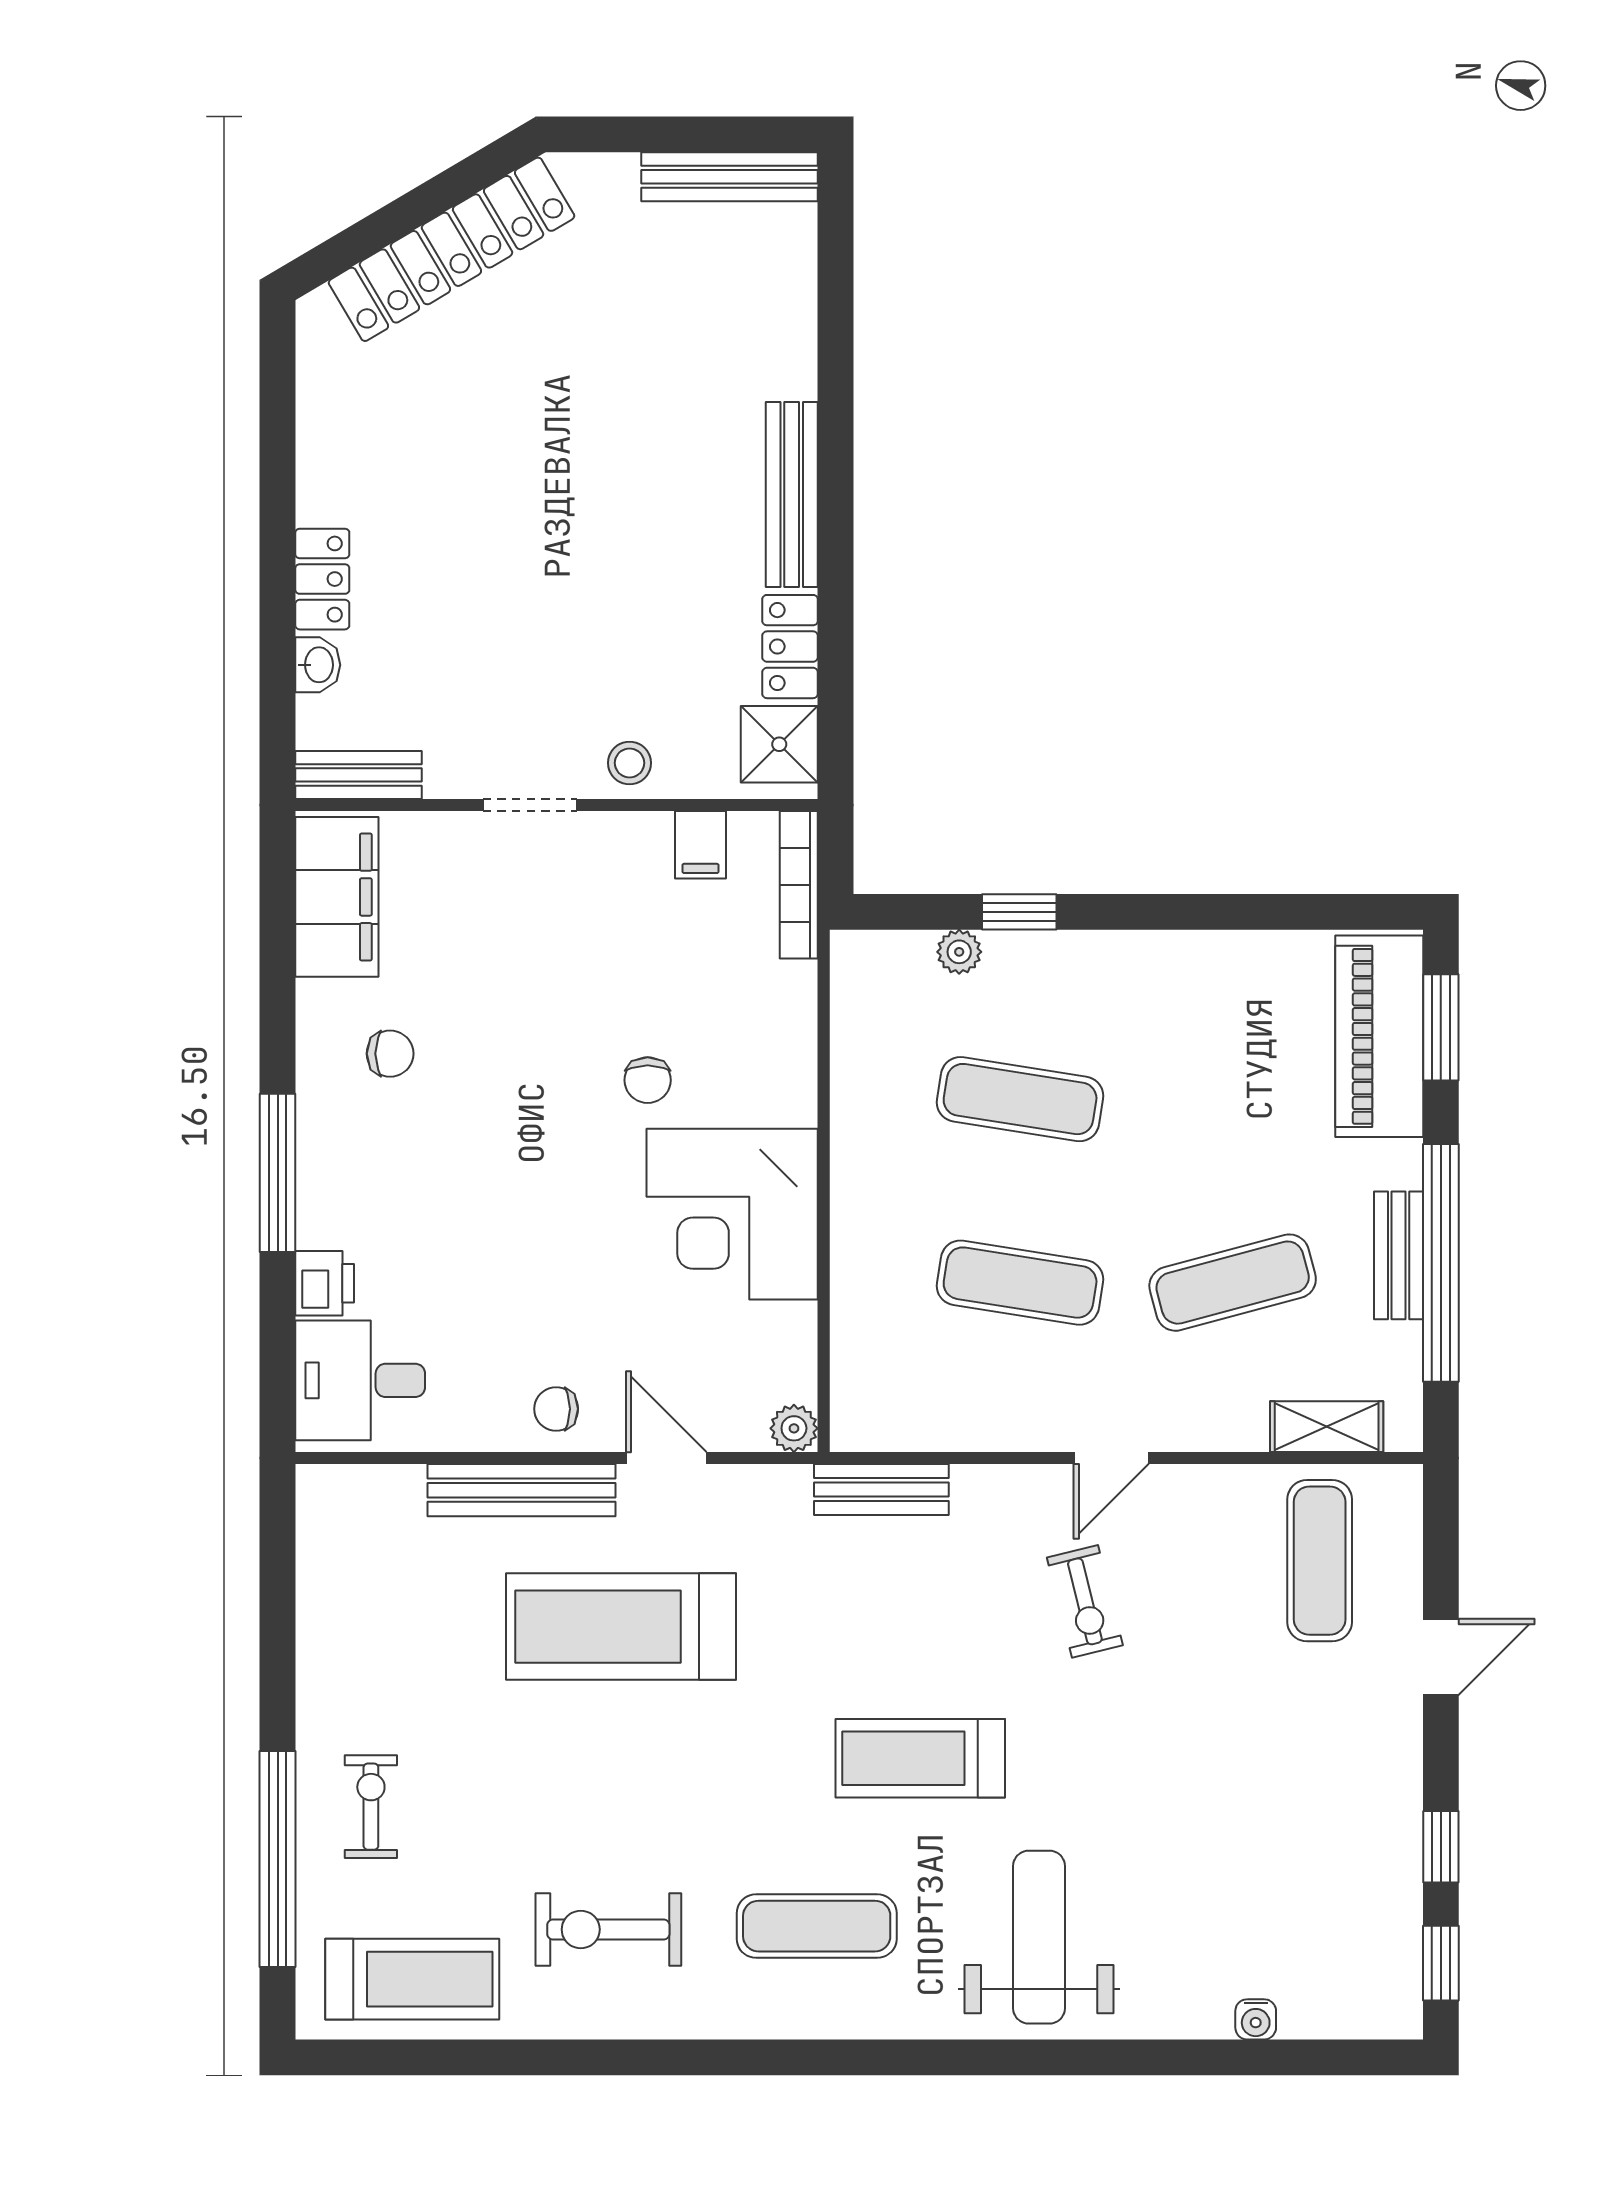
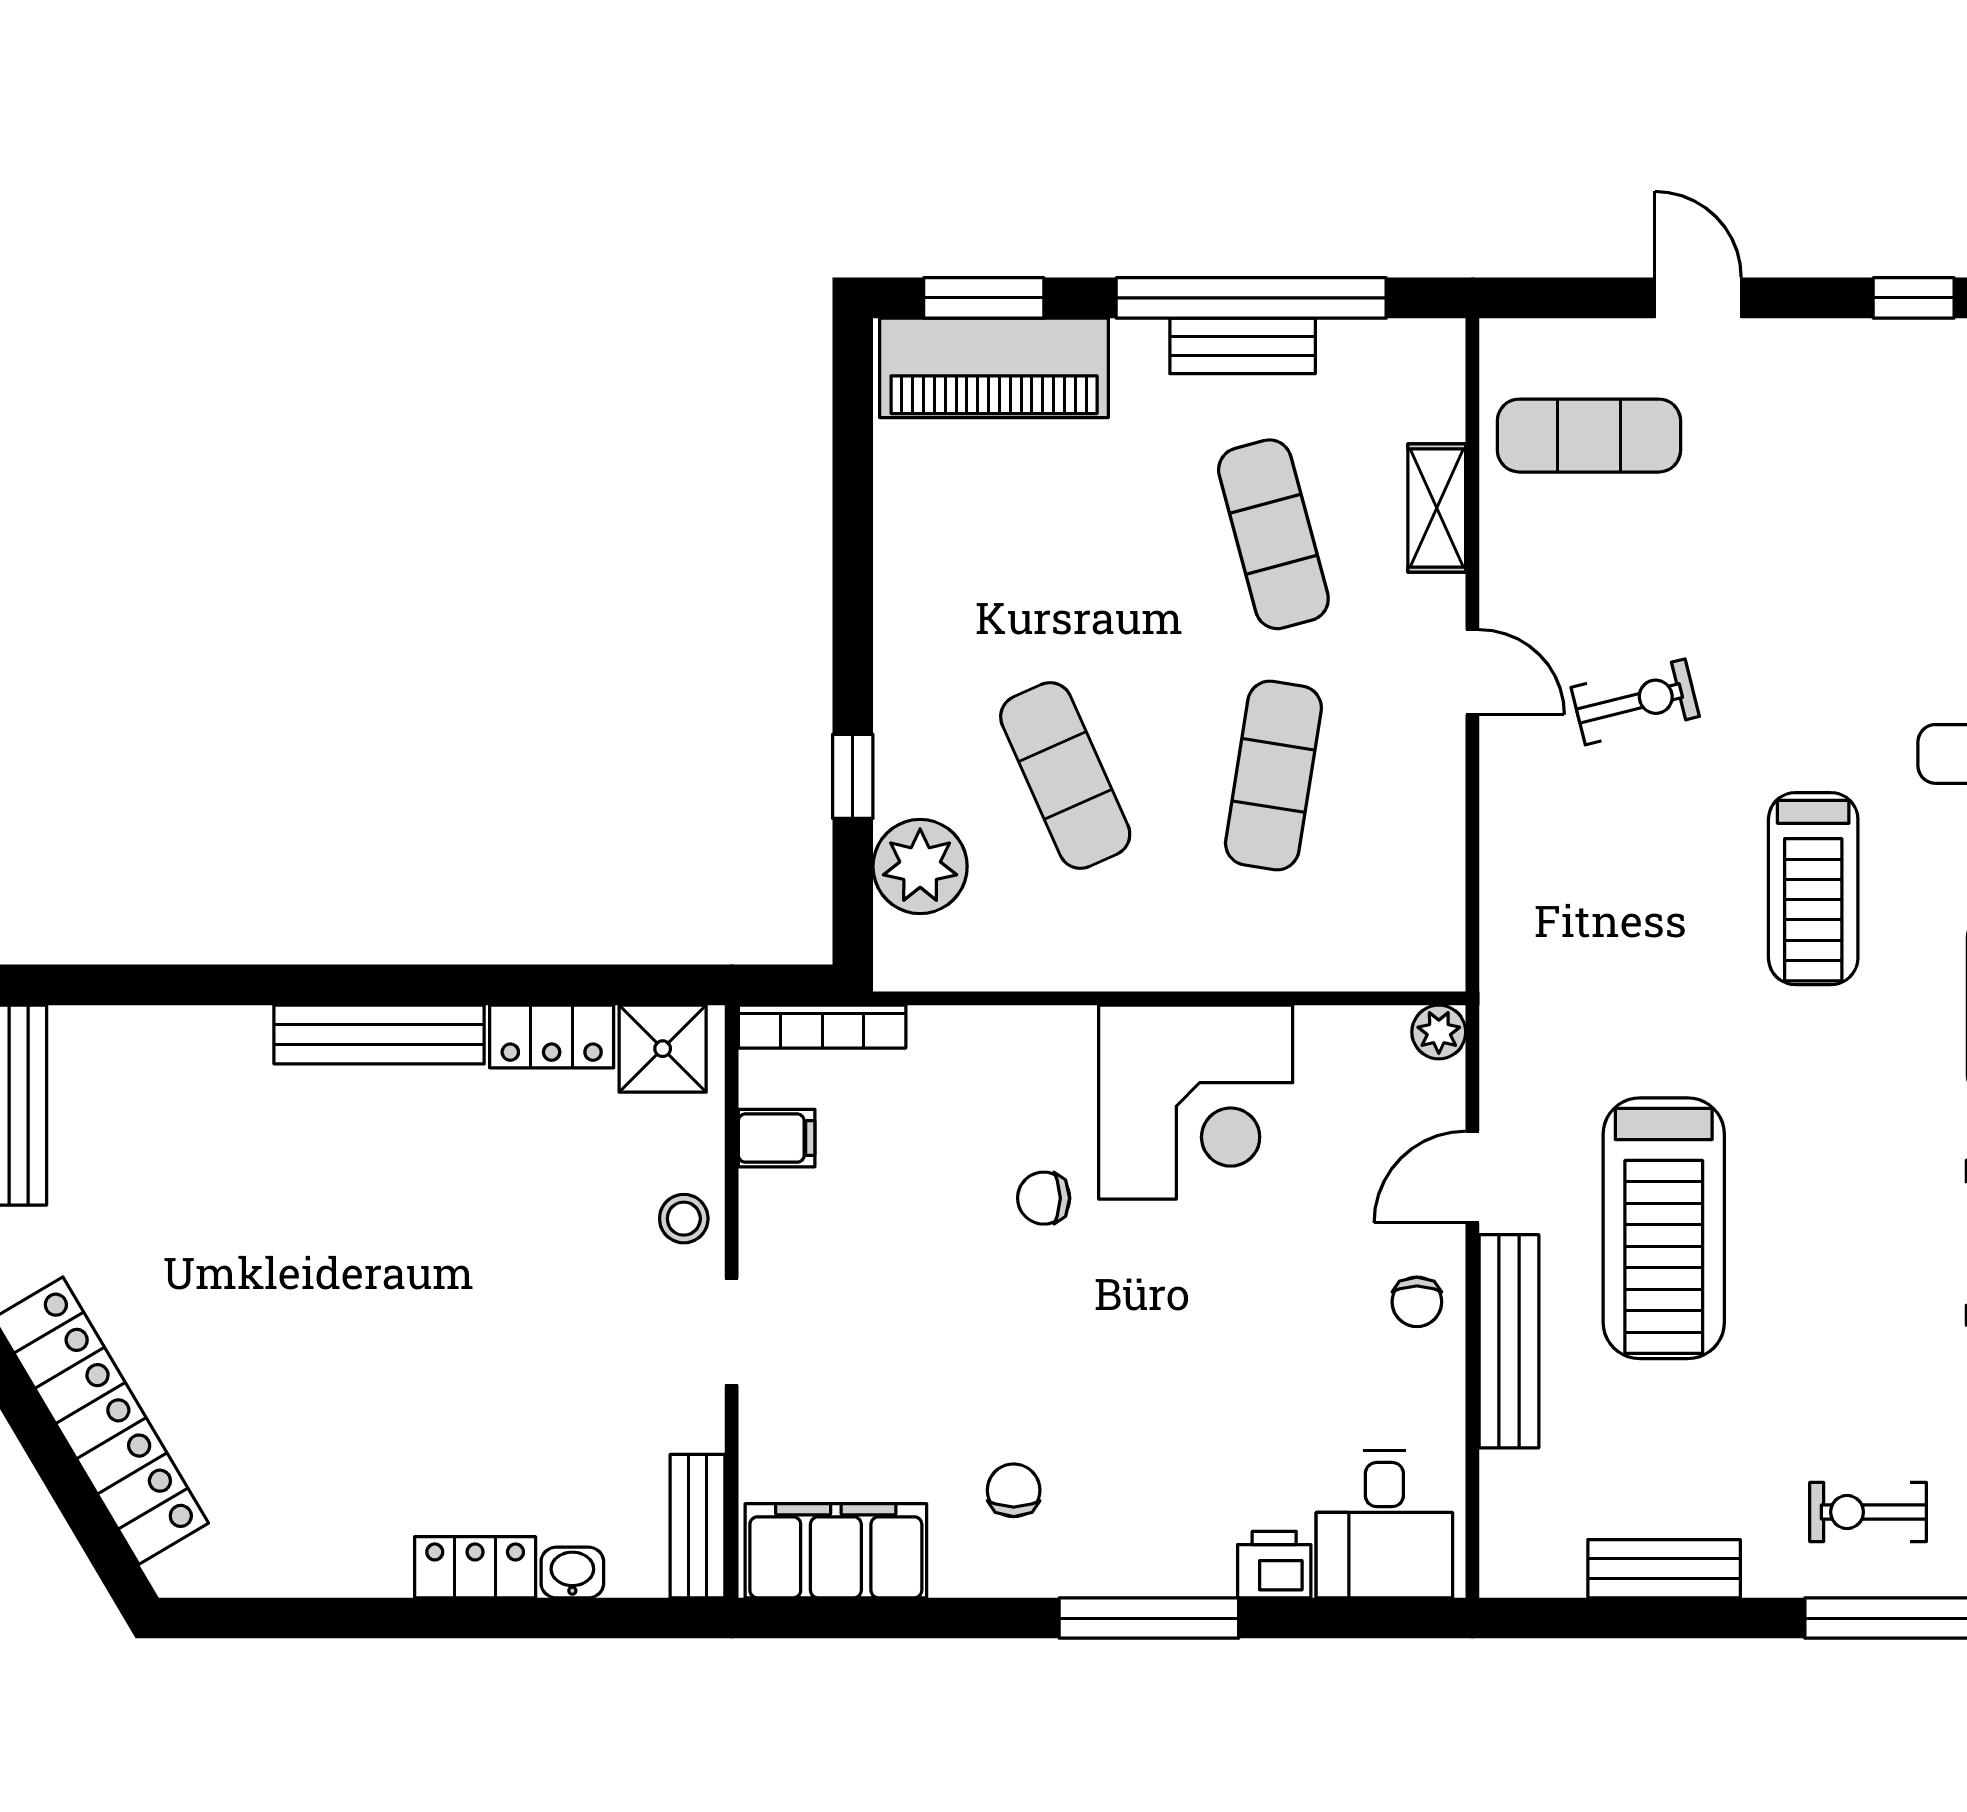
plant: (959, 952) -> (920, 866), width x1.87, depth x1.87
chair: (648, 1080) -> (1044, 1198), turned 180
exercise mat: (1020, 1099) -> (1065, 775), turned -33
shelving: (1327, 1427) -> (1437, 508), moved
bench: (881, 1490) -> (1664, 1569), moved, turned 90

